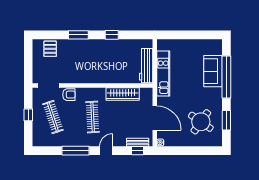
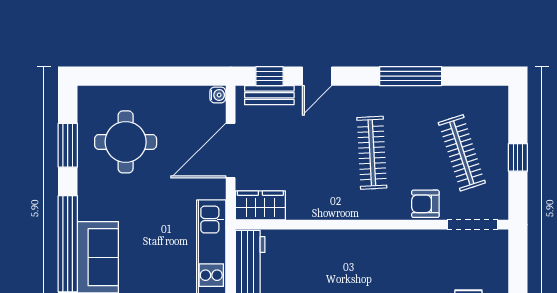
wardrobe: (123, 94) -> (260, 205), moved, width x0.67
door: (155, 118) -> (231, 150), hinge flipped
round table: (201, 122) -> (126, 142), turned -35
door: (106, 151) -> (317, 76), moved

